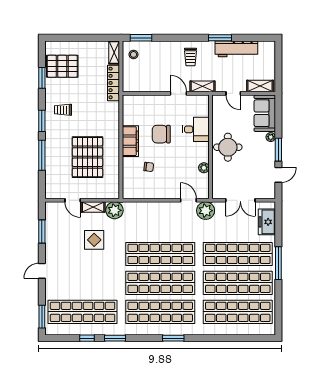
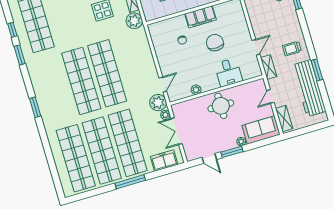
workbench: (236, 49) -> (309, 88), width x1.36, depth x1.32
plant: (220, 207) -> (165, 115), added
shop shelf: (160, 312) -> (55, 89), removed

